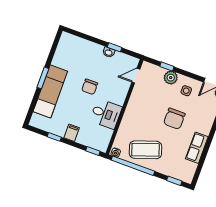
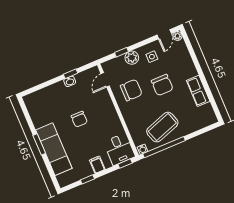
chair: (148, 101) -> (131, 90), added
desk: (106, 114) -> (119, 149), moved, turned 90
window: (174, 181) -> (204, 130), removed

